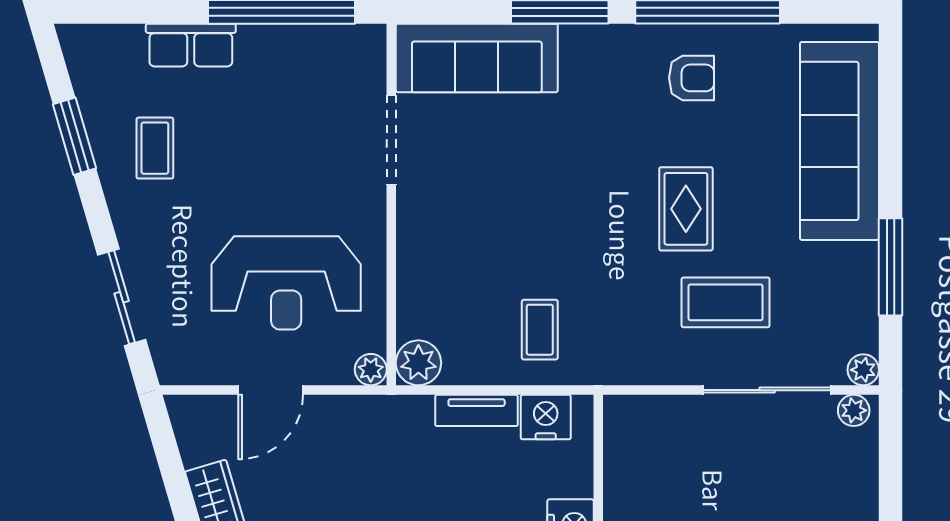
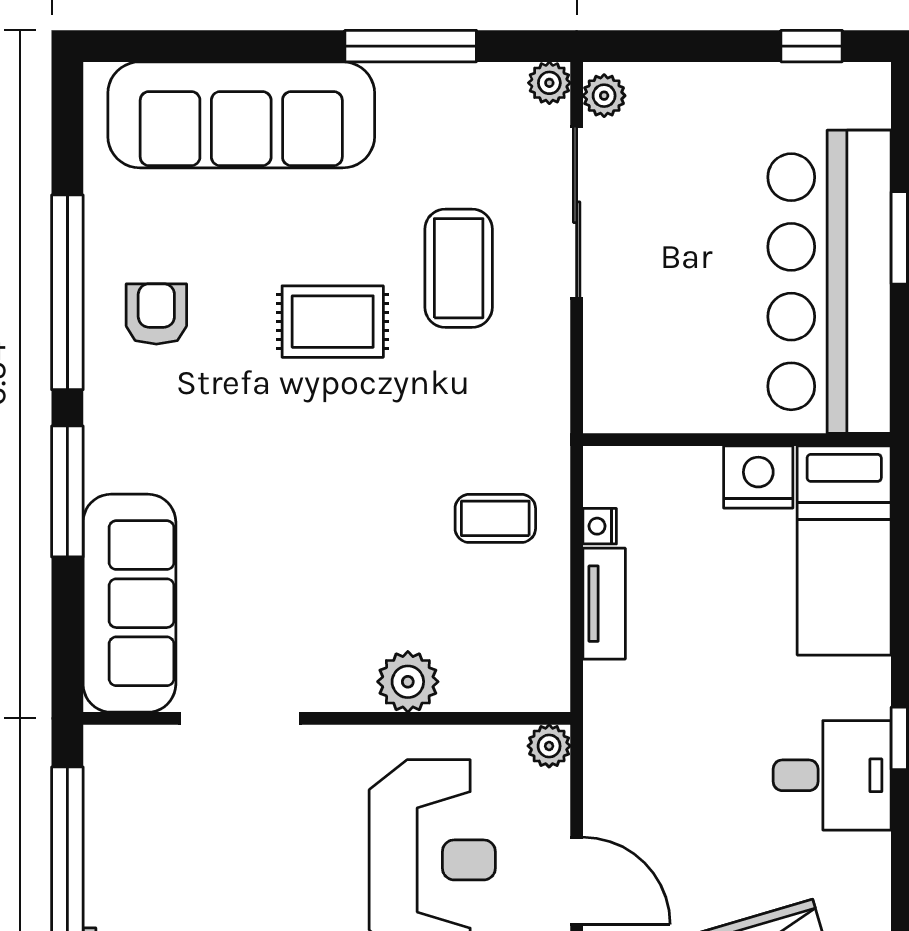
plant: (418, 363) -> (408, 682), moved
nightstand: (546, 417) -> (600, 526), width x0.53, depth x0.56

